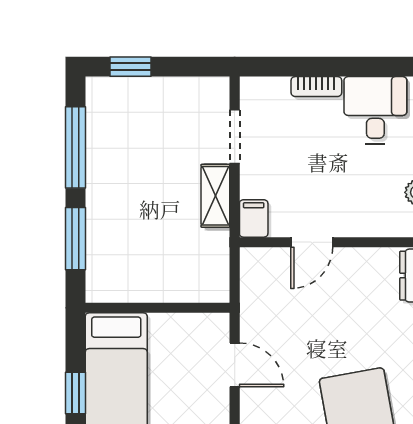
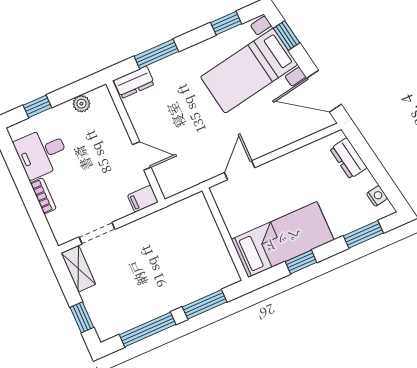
shelving: (215, 196) -> (78, 269), moved, turned 90

